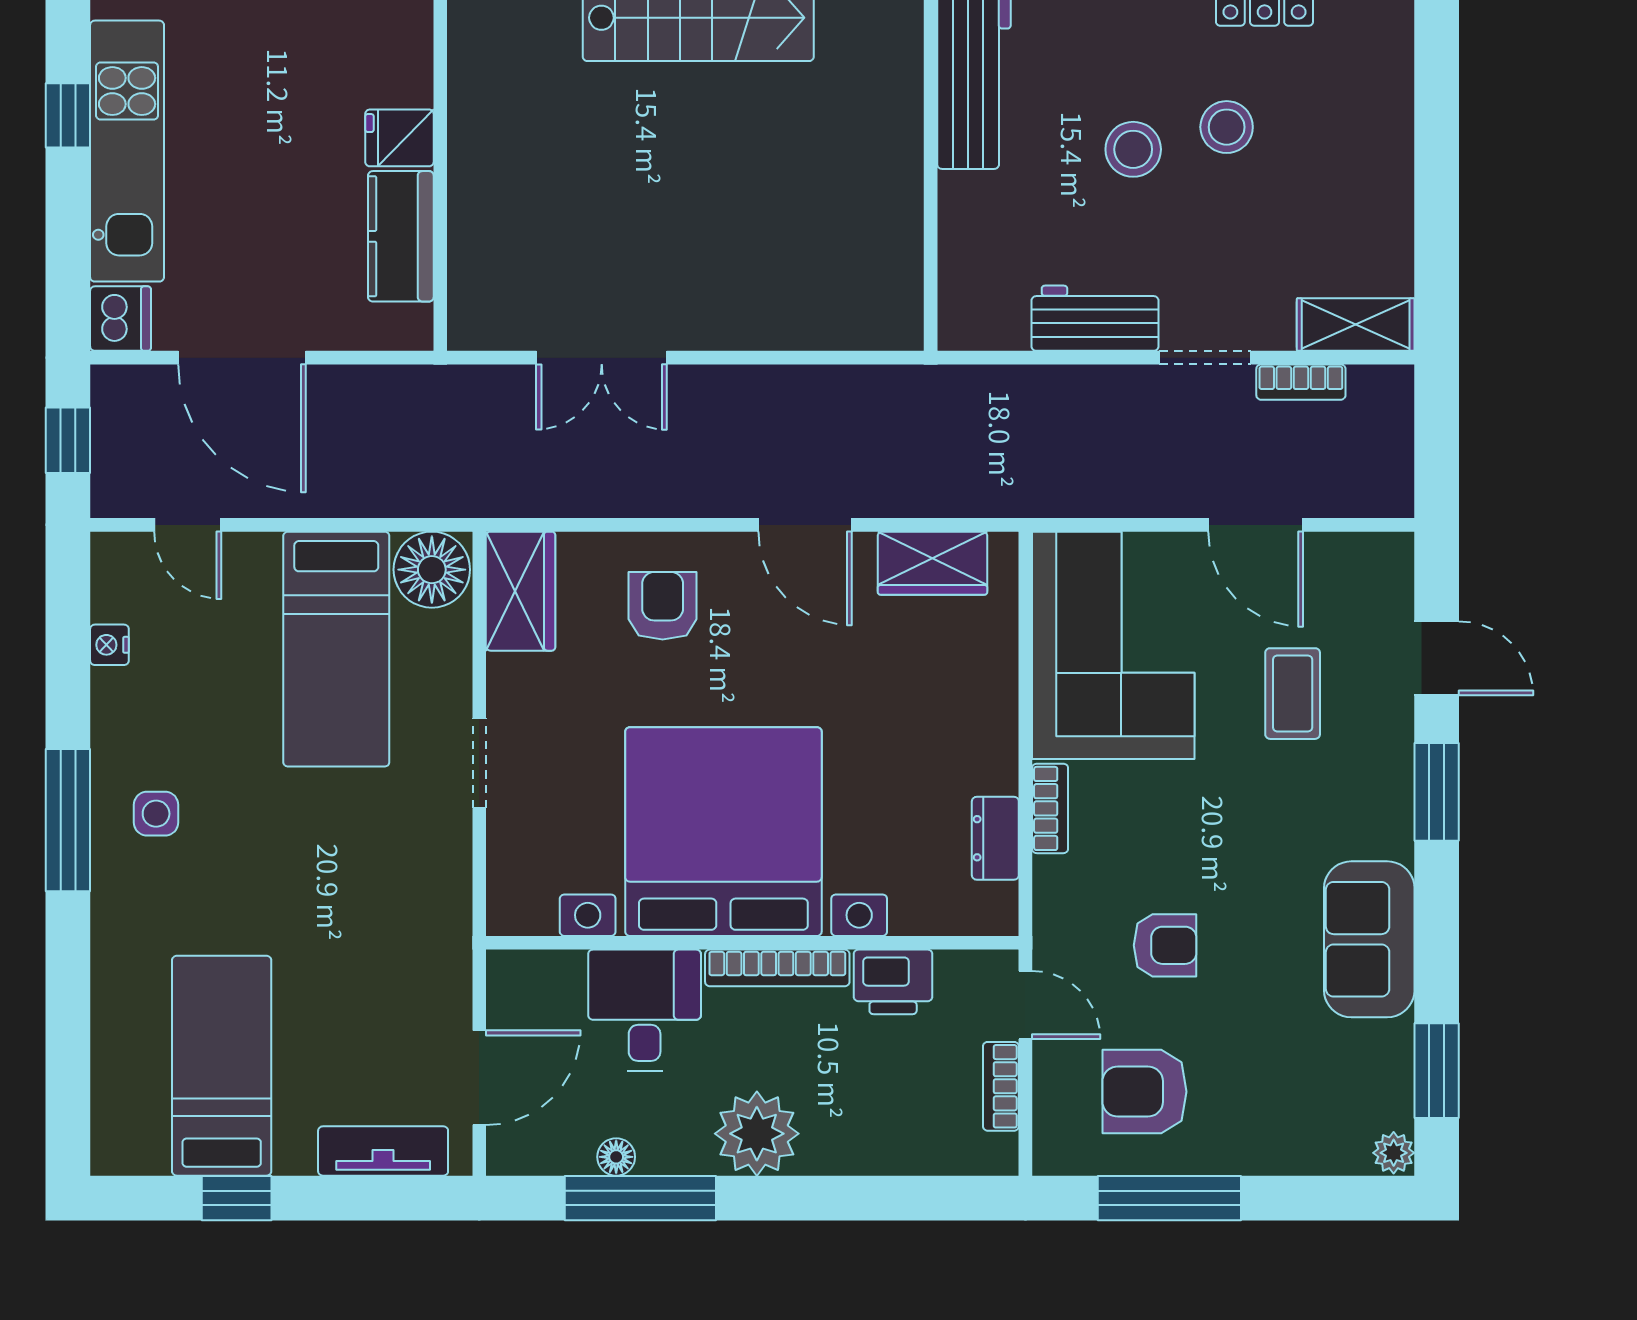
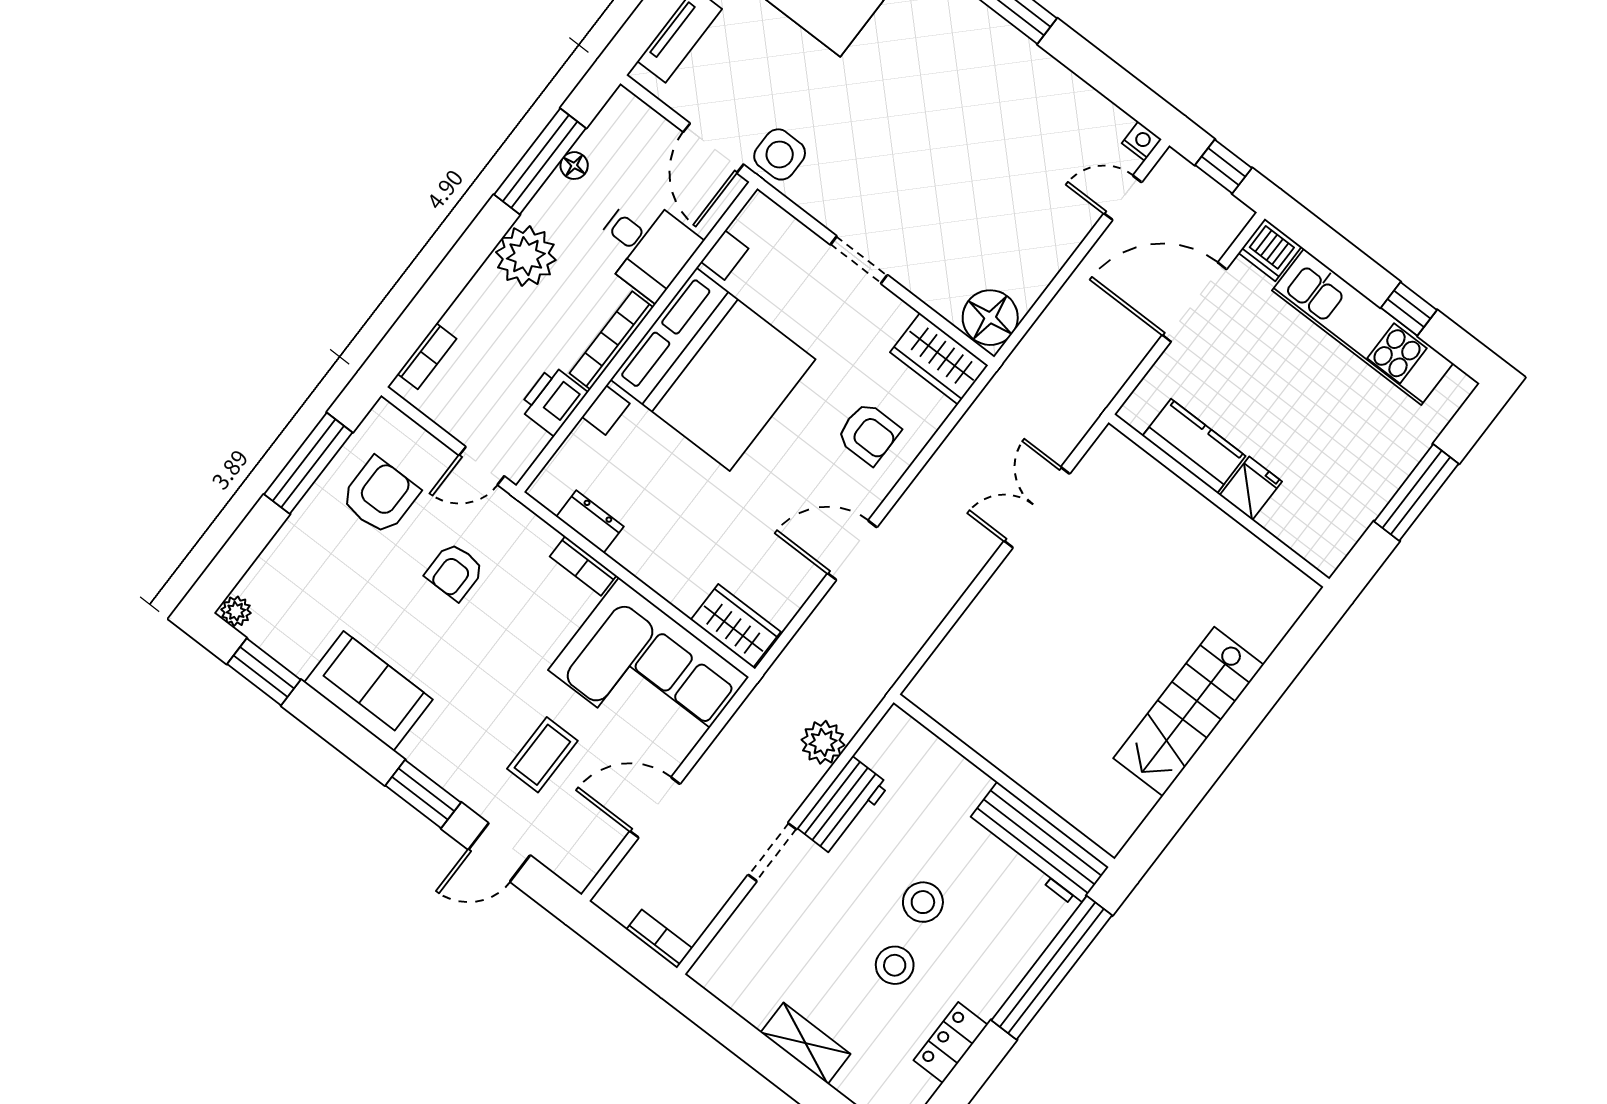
shelving: (1356, 324) -> (806, 1043), moved, turned 90
bookcase: (1301, 382) -> (659, 939), moved, turned 90
plant: (1042, 395) -> (823, 742), added
wardrobe: (932, 563) -> (736, 626), moved, turned 90
nightstand: (109, 645) -> (1142, 141), moved
bed: (336, 649) -> (987, 228), removed
coffee table: (1293, 694) -> (542, 755), turned 90
side table: (156, 814) -> (780, 154), moved, width x1.37, depth x1.37
door: (479, 1078) -> (713, 148), moved
bookcase: (1001, 1086) -> (427, 356), moved, turned 90

